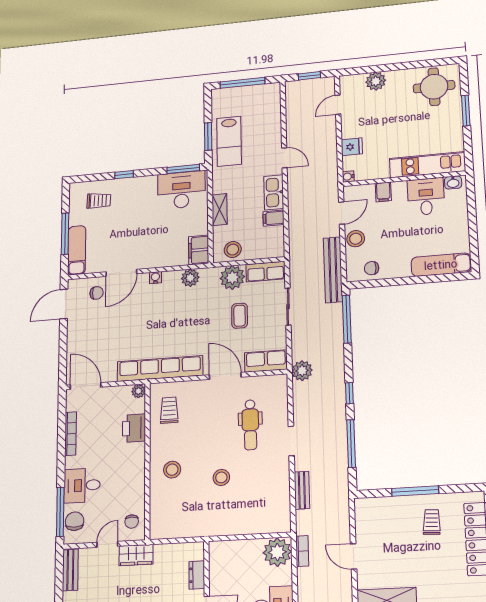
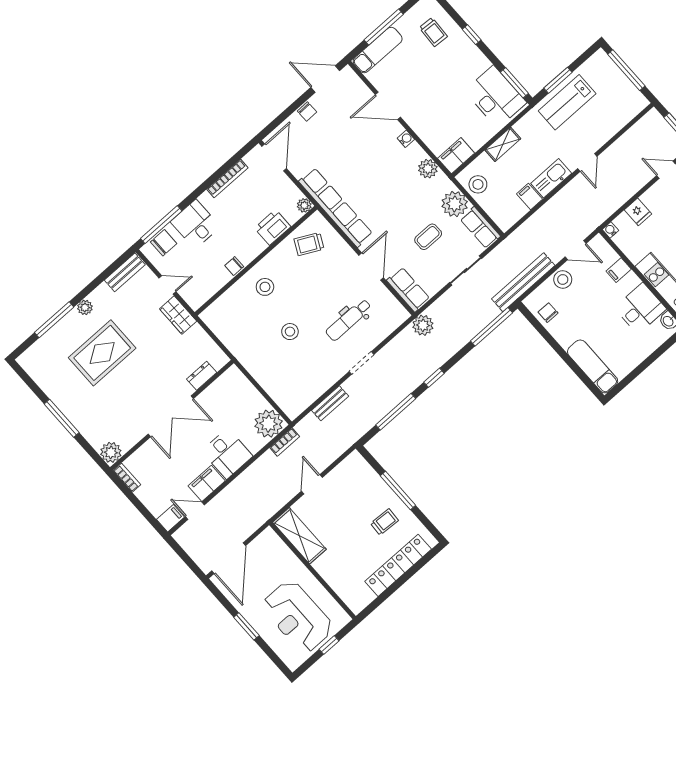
chair: (97, 293) -> (307, 111), moved
trolley: (169, 410) -> (309, 244), turned -153
chair: (132, 522) -> (234, 266), moved

